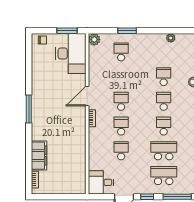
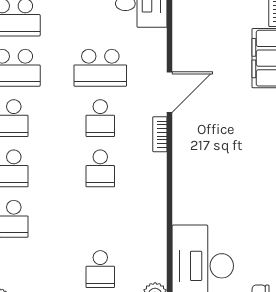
door: (87, 96) -> (170, 92), moved
school desk: (121, 151) -> (100, 68), width x1.85

